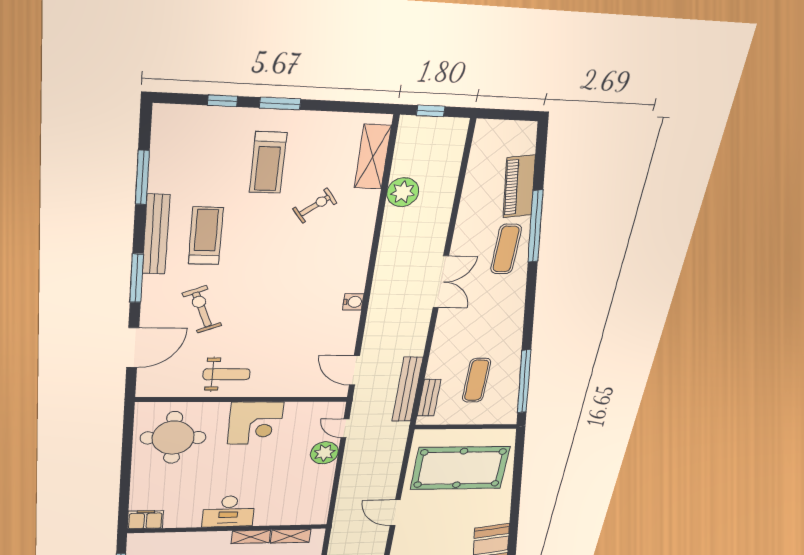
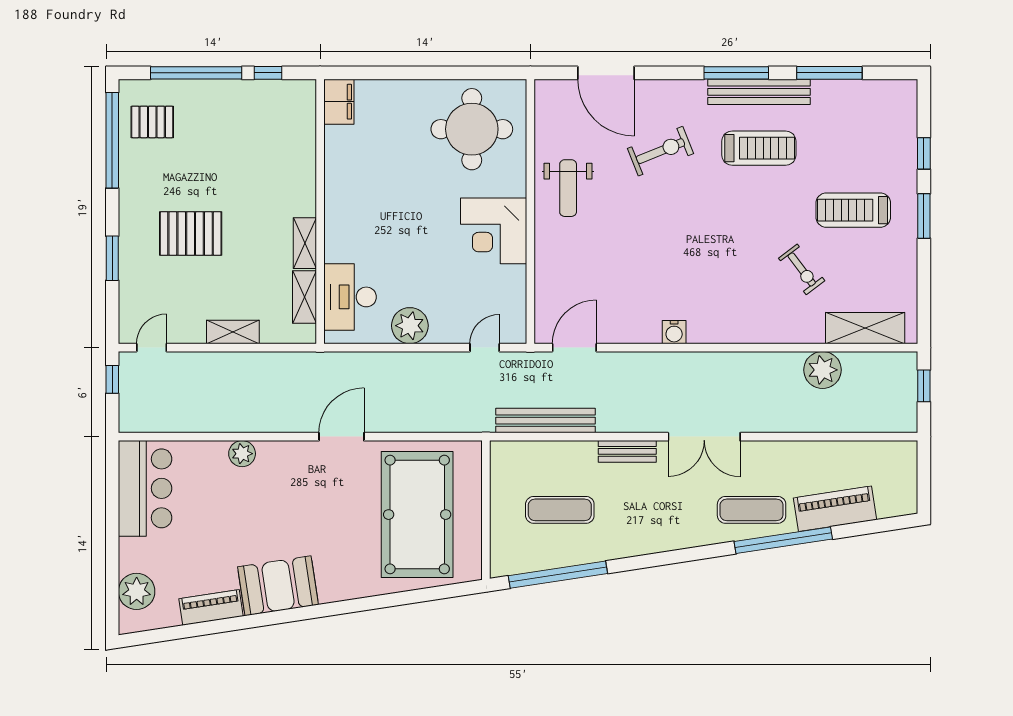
window: (137, 278) -> (736, 73), moved
bench: (429, 398) -> (627, 451), moved
plant: (324, 453) -> (410, 326), moved
desk: (229, 511) -> (350, 297), moved

